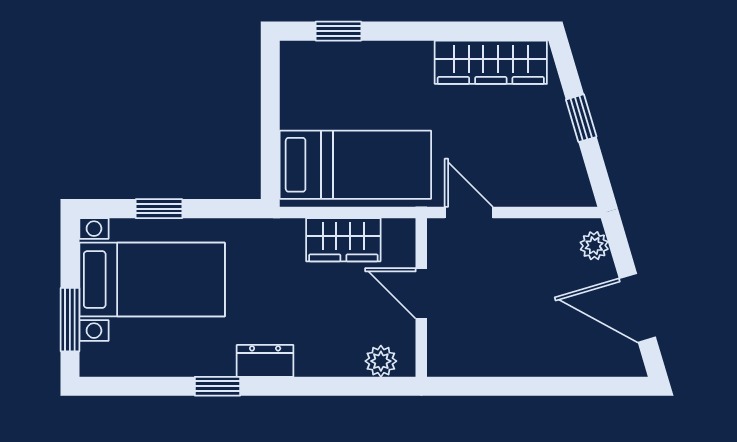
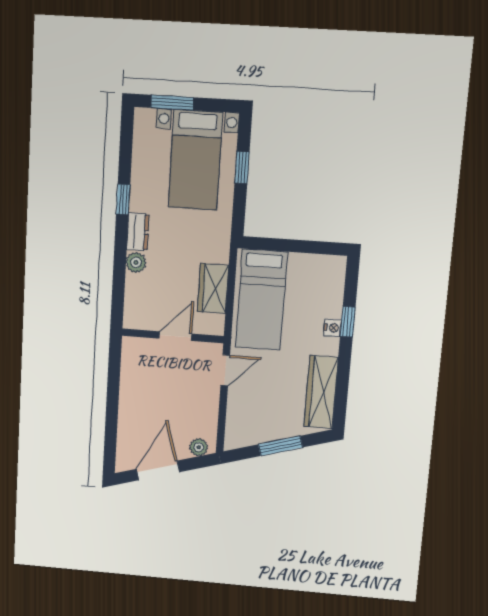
window: (338, 31) -> (348, 322), moved
nightstand: (390, 53) -> (333, 328), added
window: (581, 118) -> (280, 446), width x1.50
plant: (381, 361) -> (136, 262), moved

